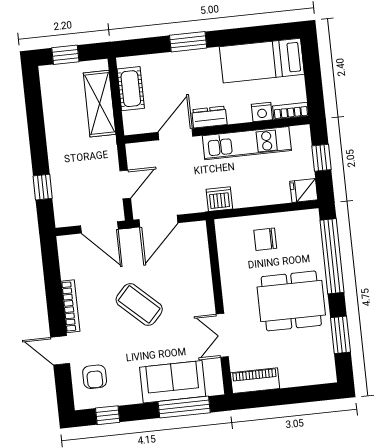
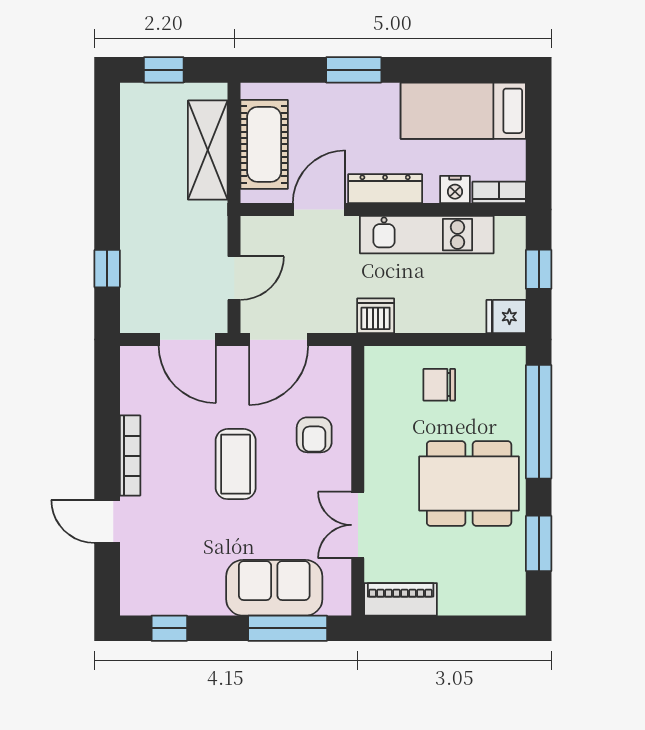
cot: (131, 89) -> (264, 144), width x1.37, depth x1.34
dresser: (209, 117) -> (385, 189), width x1.44
coffee table: (139, 304) -> (236, 464), turned 47
armchair: (95, 377) -> (314, 435), moved

